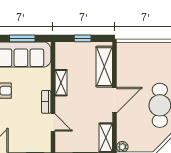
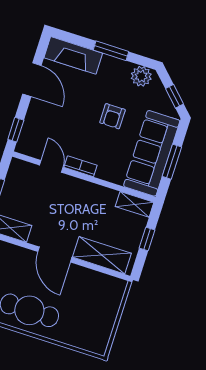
shelving: (61, 83) -> (135, 204), moved
door: (53, 123) -> (51, 166), swing flipped

